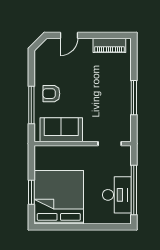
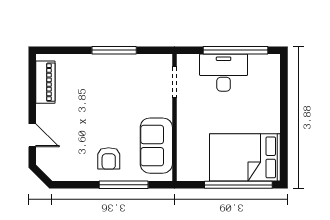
window: (31, 192) -> (238, 185), width x2.11
desk: (117, 195) -> (224, 73), moved
bed: (59, 197) -> (245, 157), width x0.73

